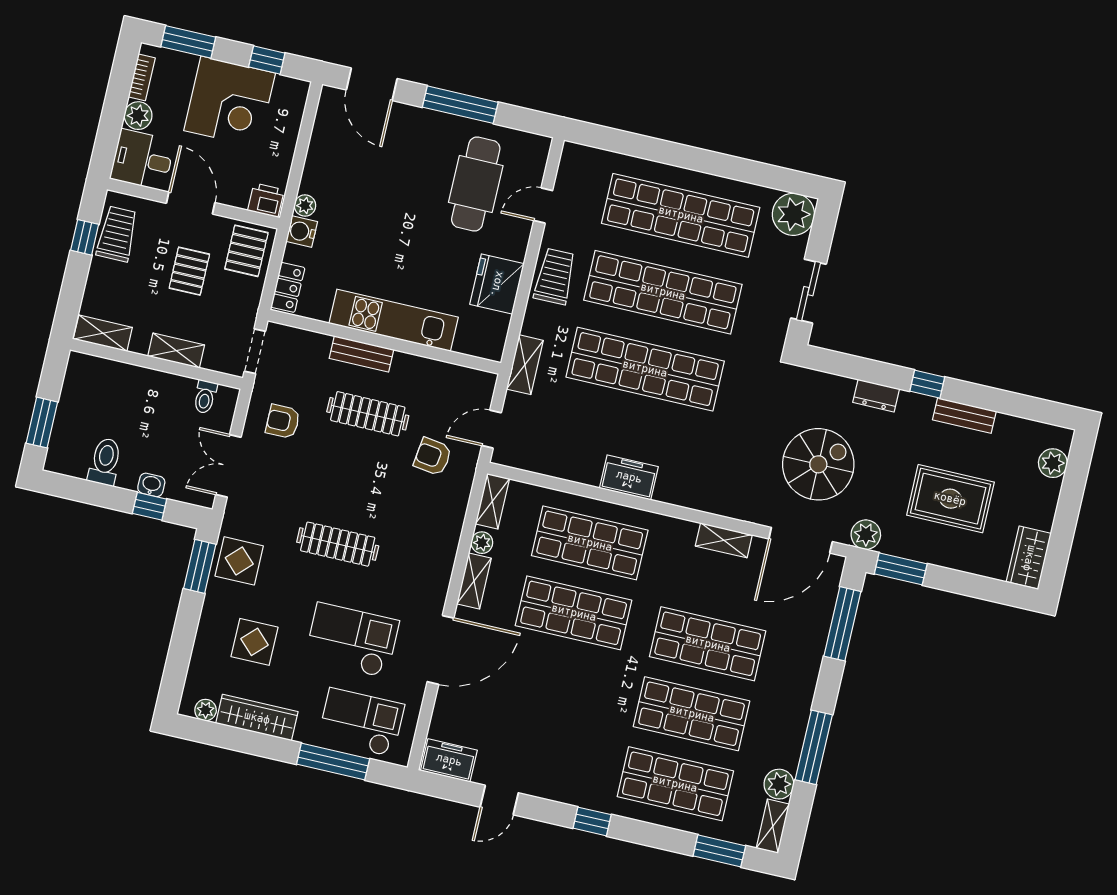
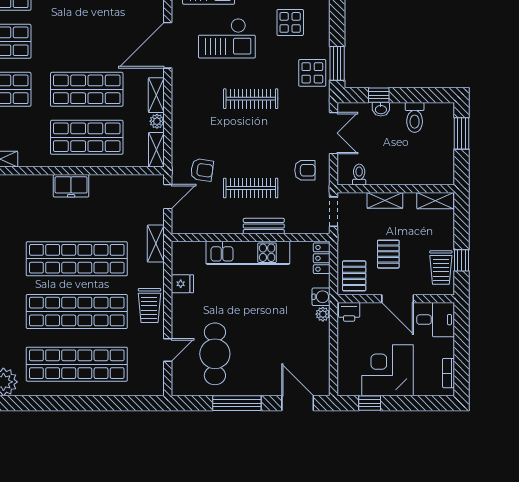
window: (188, 42) -> (423, 403), removed
plant: (138, 116) -> (445, 348), removed
fridge: (497, 284) -> (182, 284), width x0.53, depth x0.75

